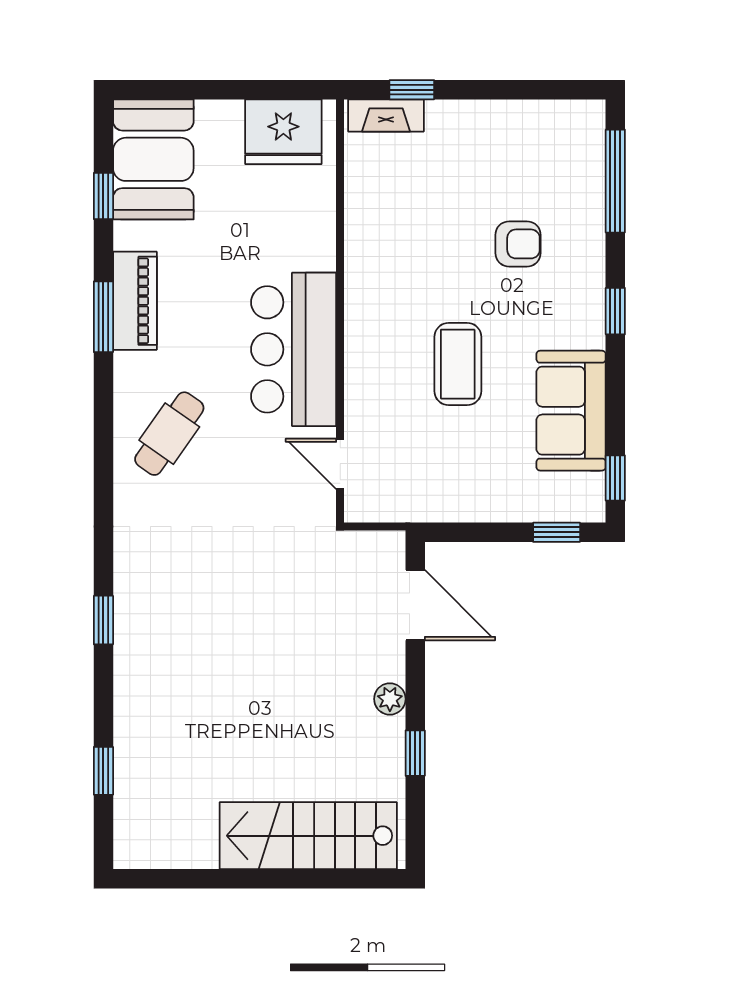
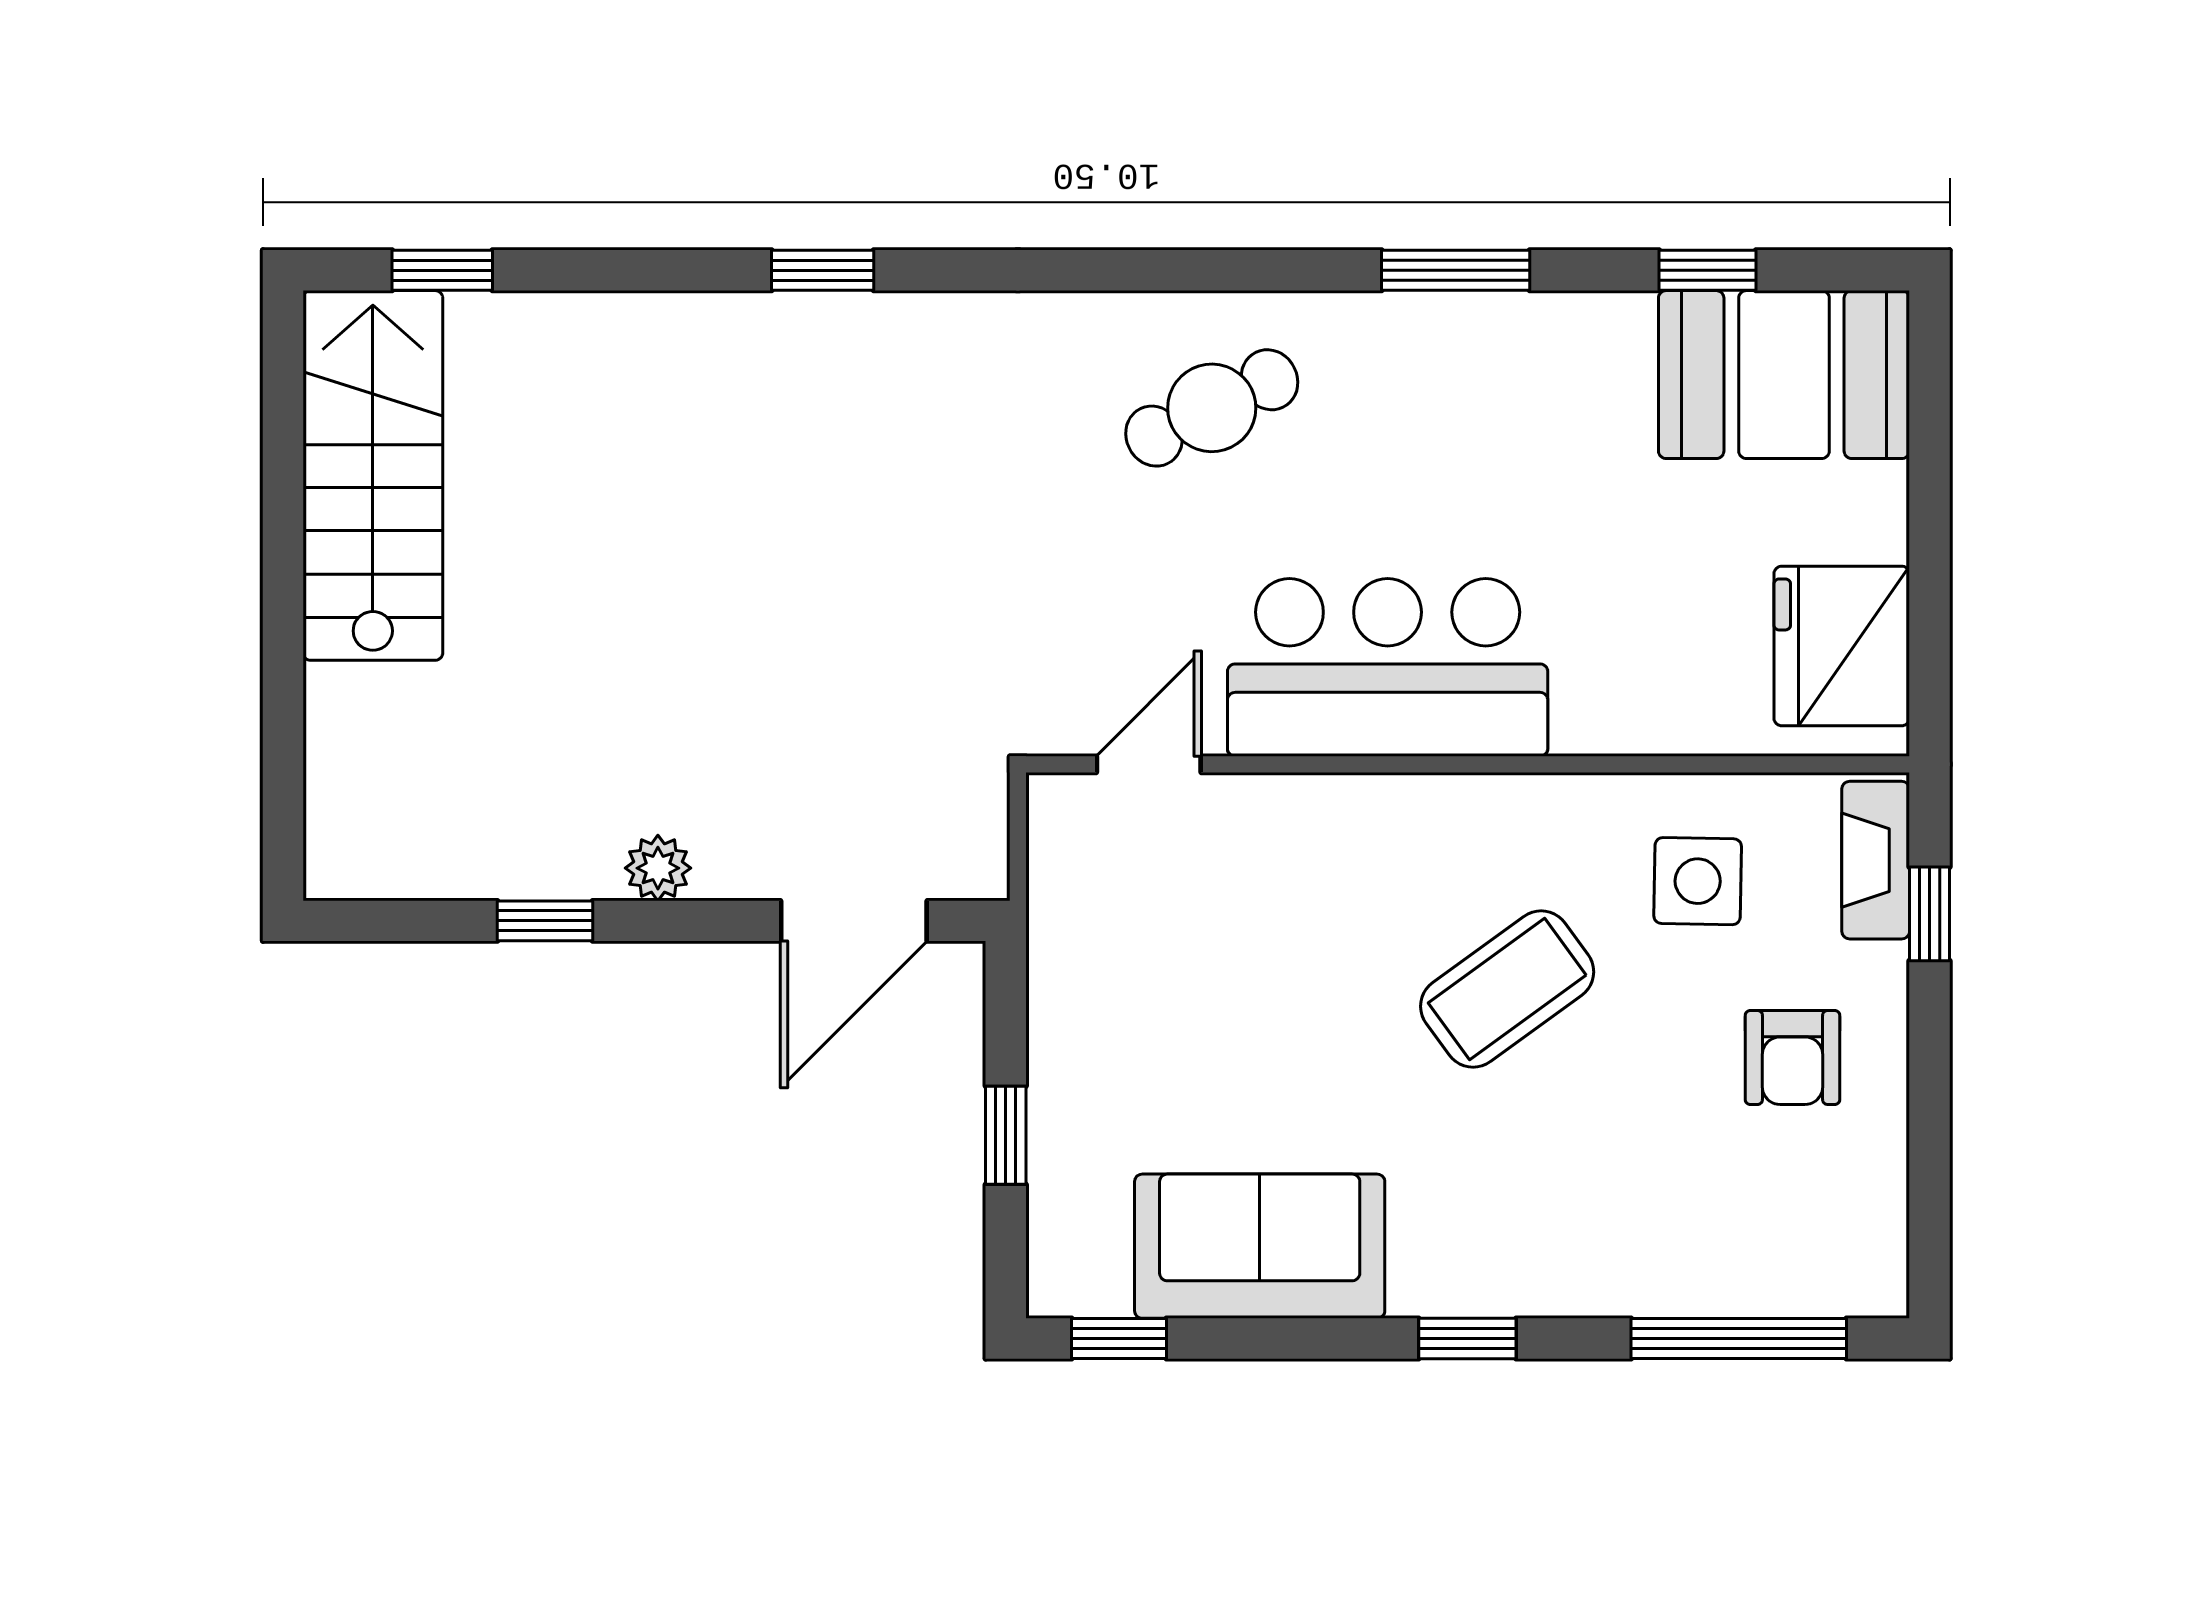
side table: (396, 201) -> (1698, 881), added
armchair: (518, 244) -> (1793, 1058), moved
piano: (135, 301) -> (1489, 336), removed
coffee table: (458, 364) -> (1507, 989), moved, turned -36
cafe table: (169, 434) -> (1212, 408), turned -61
window: (557, 532) -> (1006, 1135), moved
window: (103, 771) -> (442, 270), moved
stairs: (308, 836) -> (373, 475), moved

